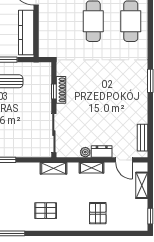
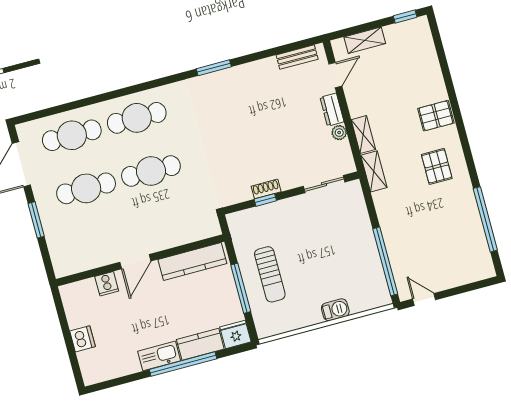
shoe rack: (61, 90) -> (266, 189), width x0.70
sliding door: (54, 133) -> (324, 184), width x0.73
shelving: (92, 168) -> (363, 135), moved
pallet: (98, 213) -> (436, 116), moved

